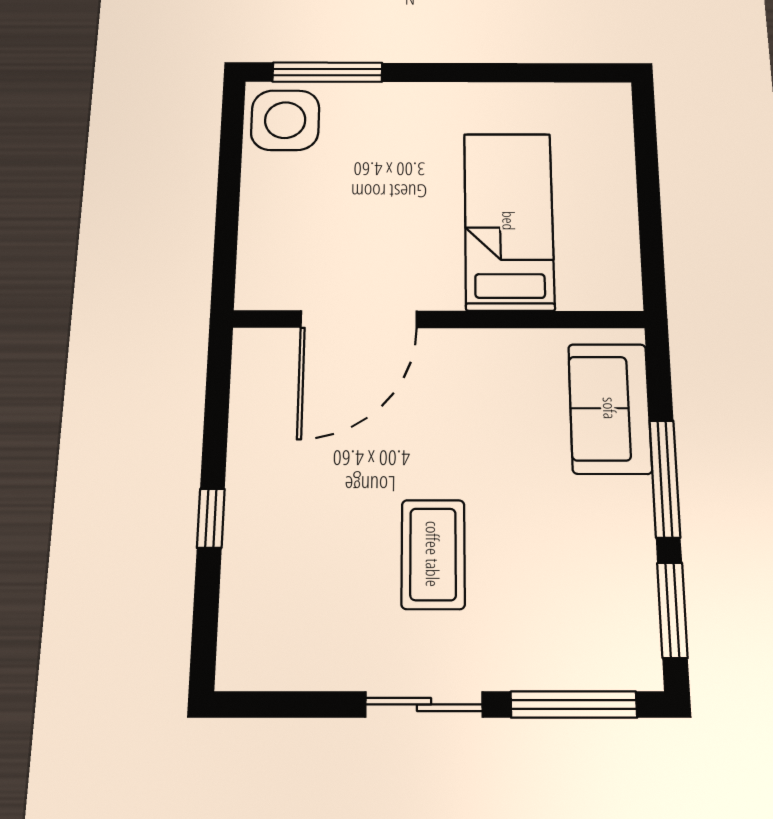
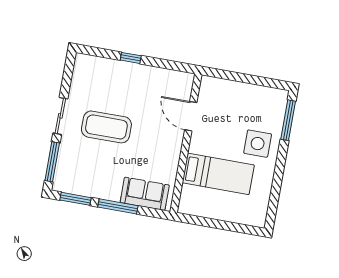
side table: (285, 120) -> (258, 144), moved
door: (359, 319) -> (191, 116), width x0.73
coffee table: (433, 554) -> (106, 127), width x1.36, depth x1.32

